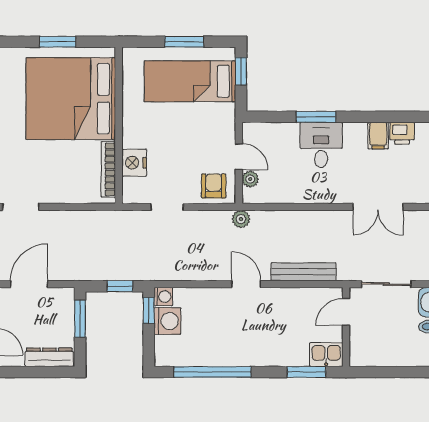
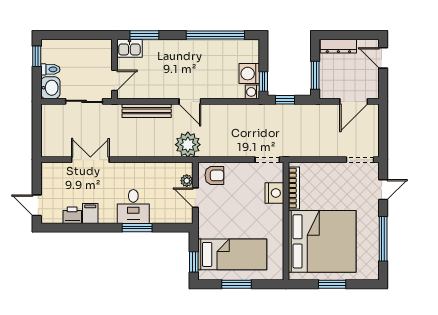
armchair: (214, 186) -> (214, 175), turned -90
doorway: (167, 207) -> (267, 160), moved
plant: (241, 219) -> (188, 145), width x1.88, depth x1.88

